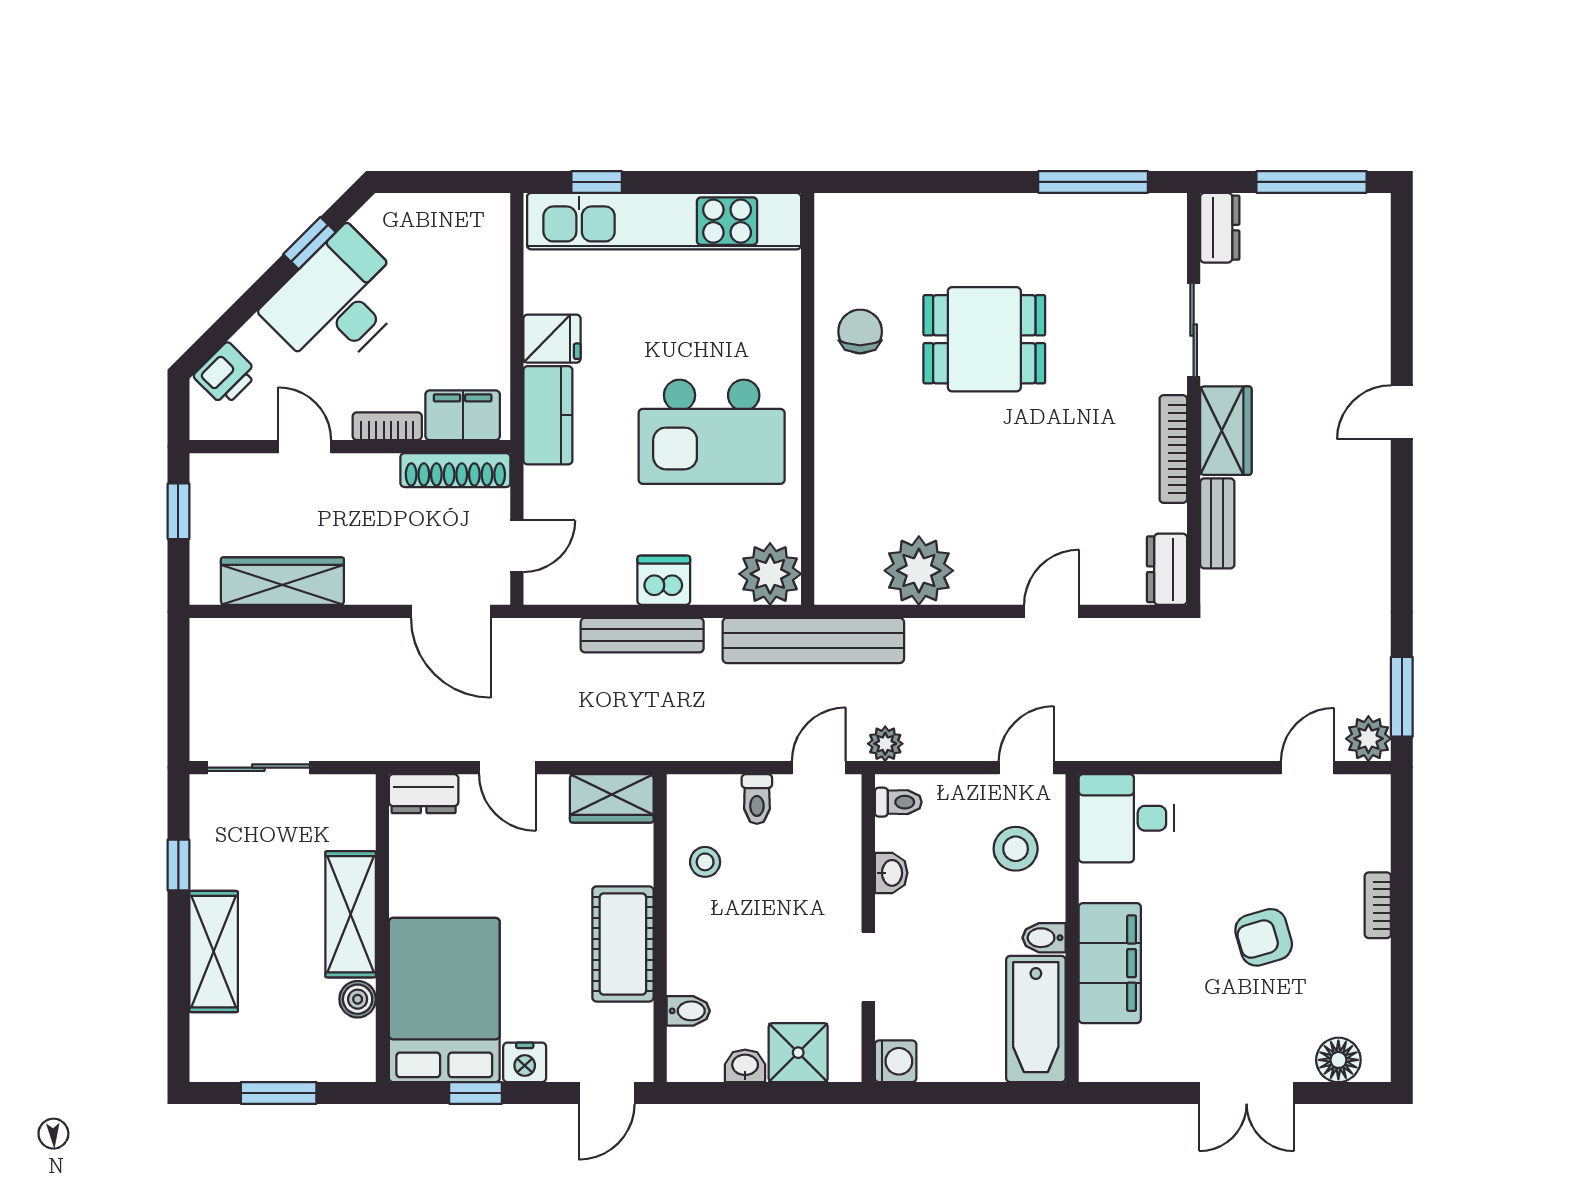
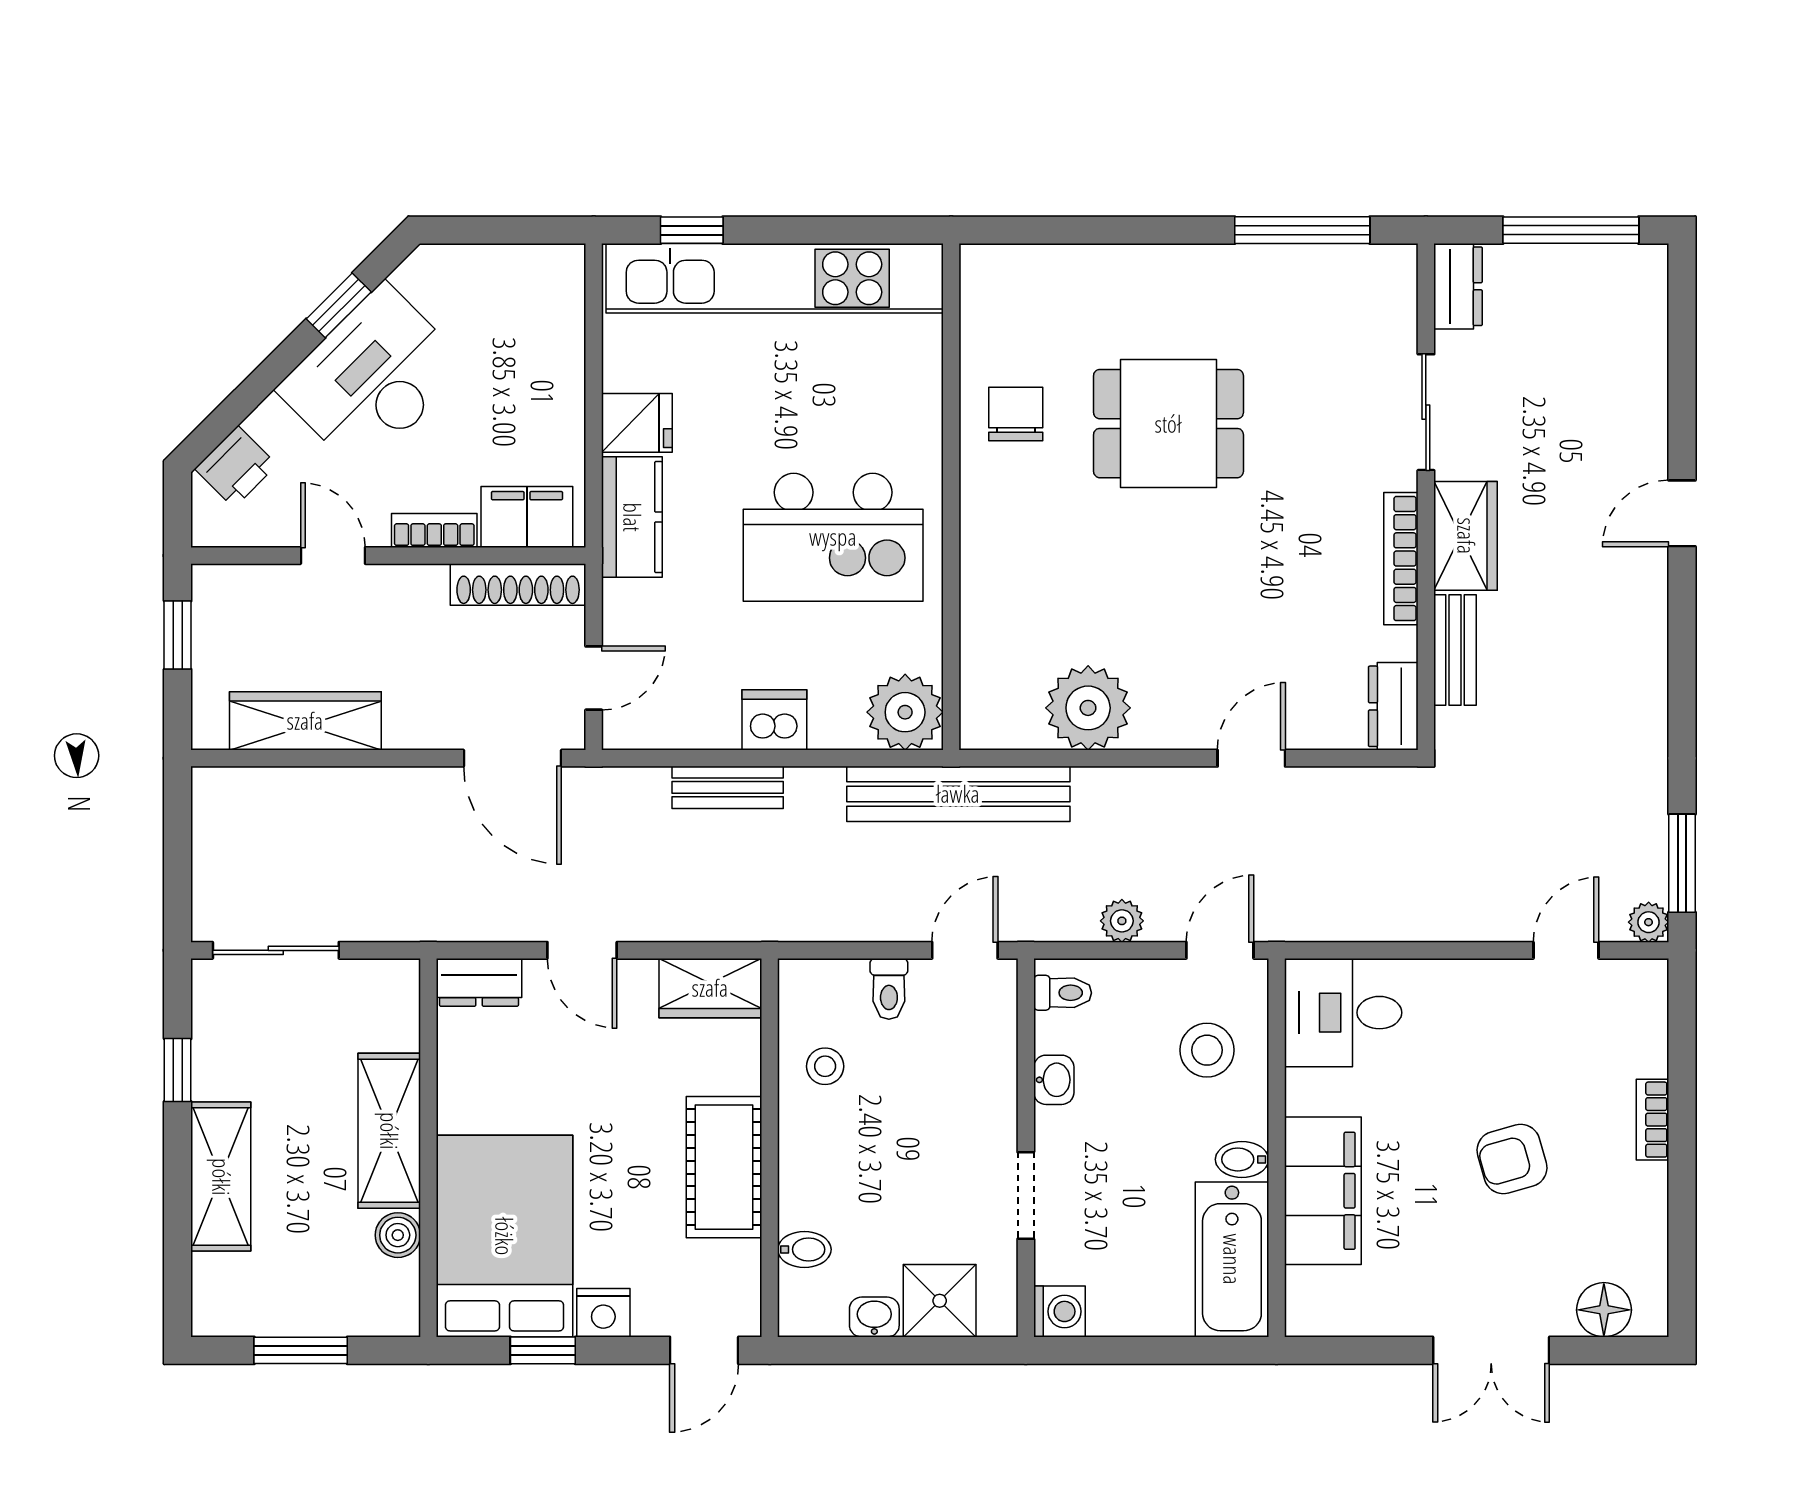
bench: (642, 635) -> (728, 787), width x0.73
plant: (1368, 739) -> (1649, 922), width x0.73, depth x0.73
plant: (885, 744) -> (1122, 921), moved

